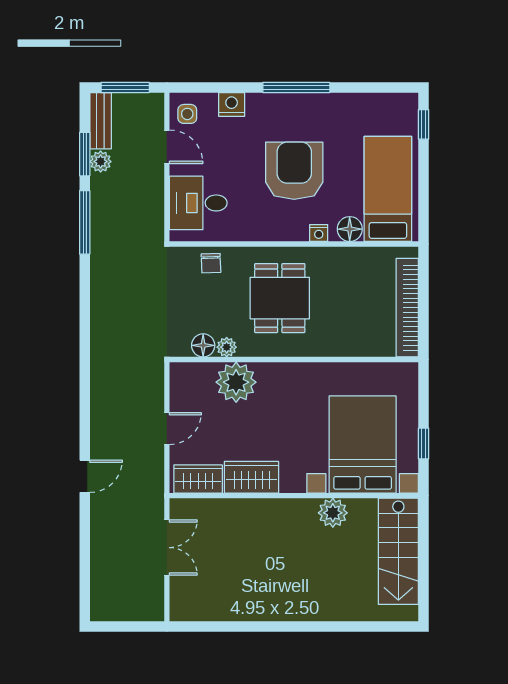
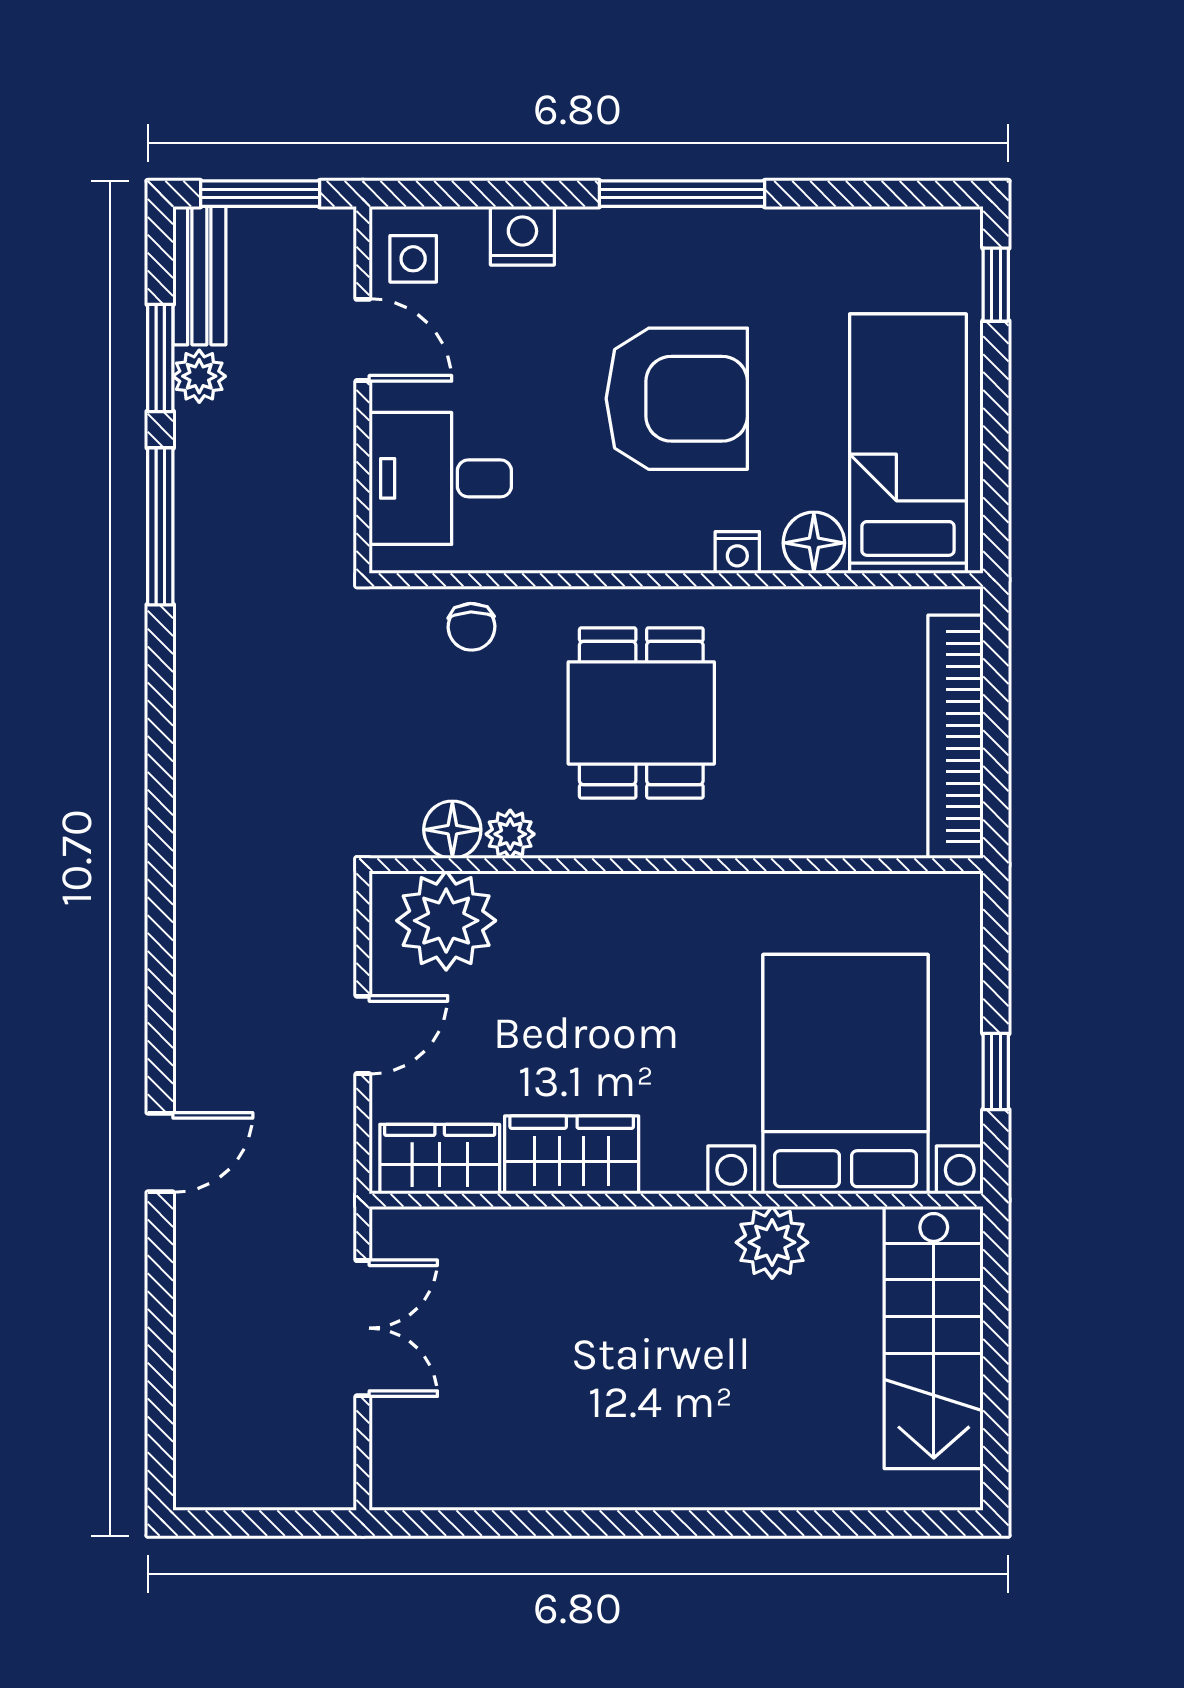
armchair: (294, 171) -> (677, 399), turned 90
plant: (236, 382) -> (446, 921), moved

